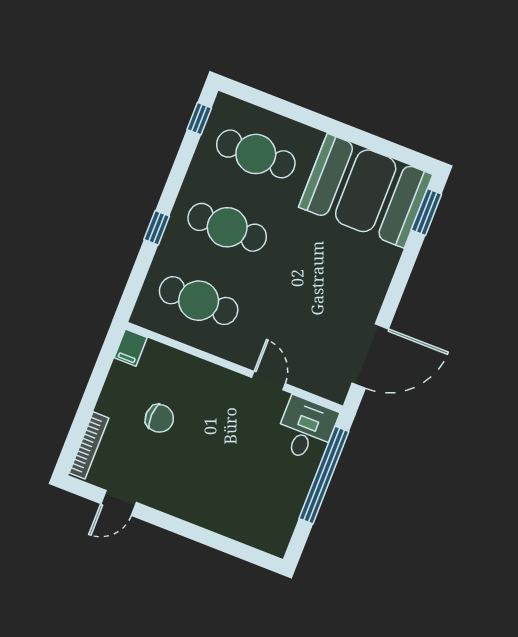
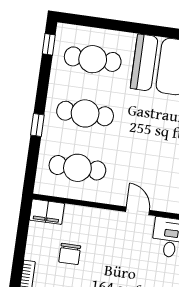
filing cabinet: (131, 348) -> (47, 212), width x2.00
chair: (159, 418) -> (70, 254), turned 88

